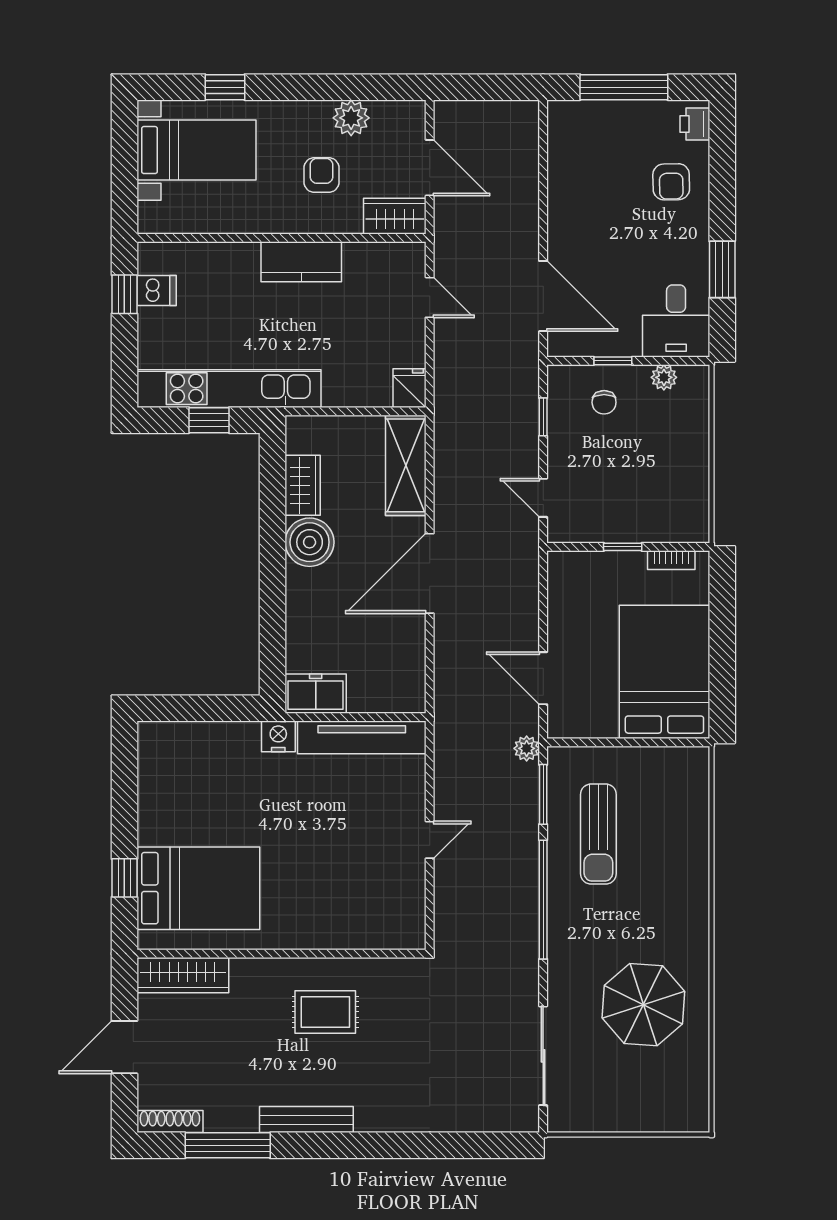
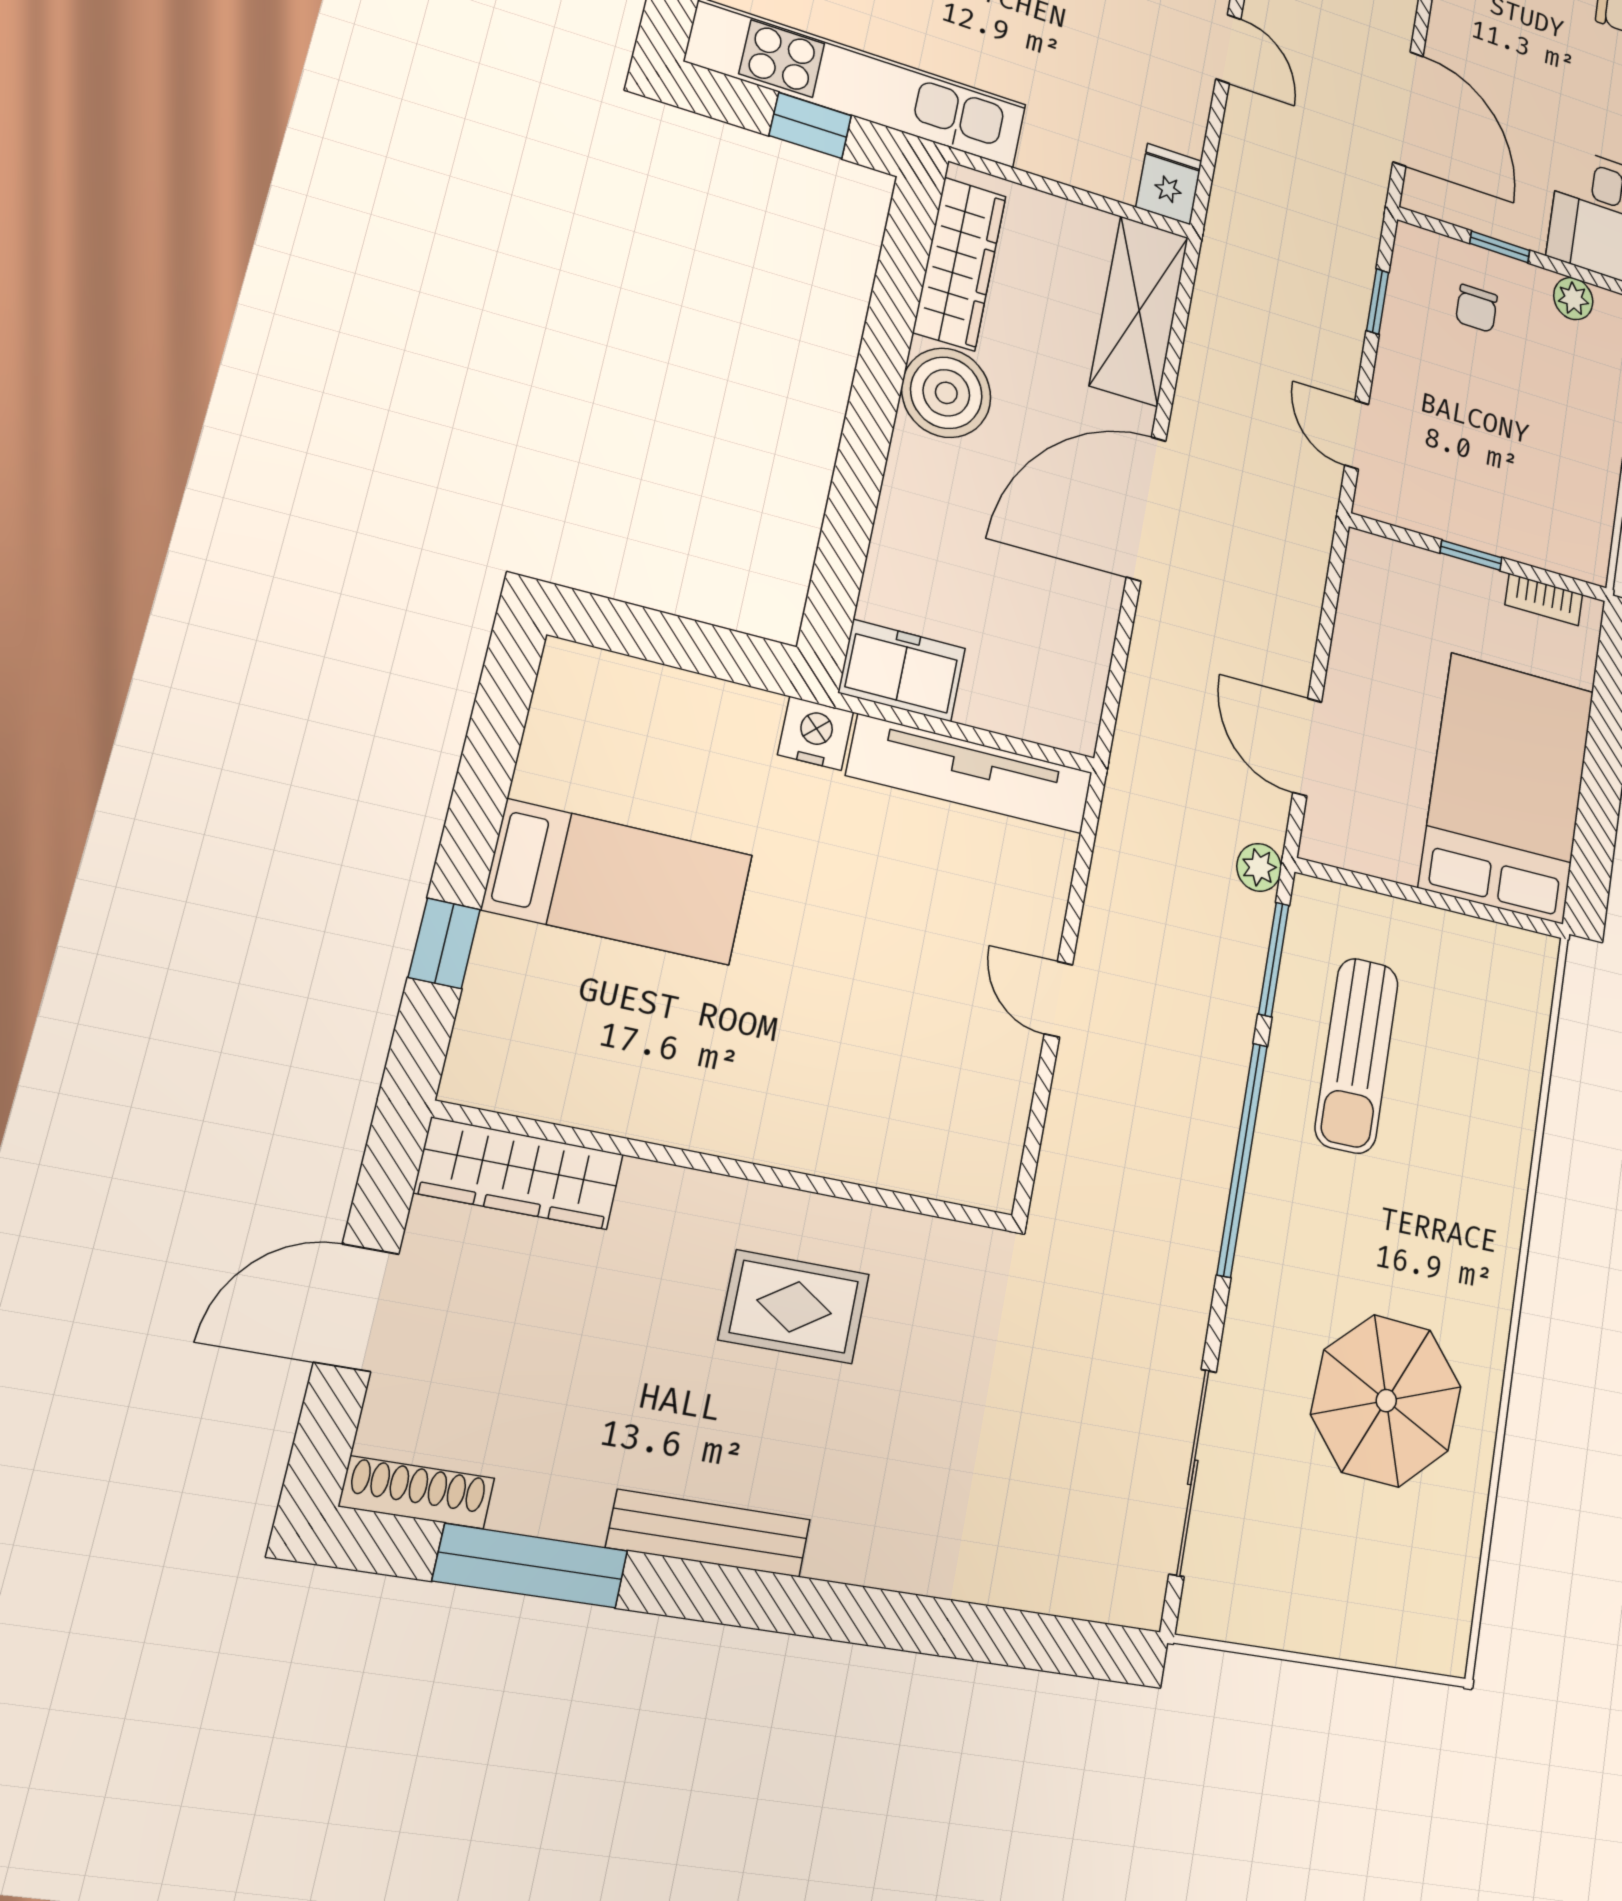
wardrobe: (303, 485) -> (960, 264), width x1.50
door: (430, 840) -> (1058, 999), swing flipped
bed: (198, 888) -> (619, 882), moved, width x0.67

